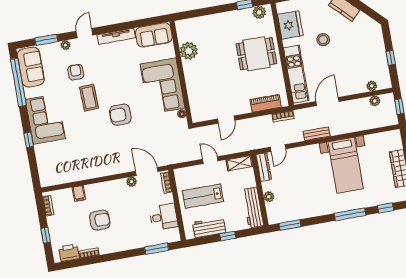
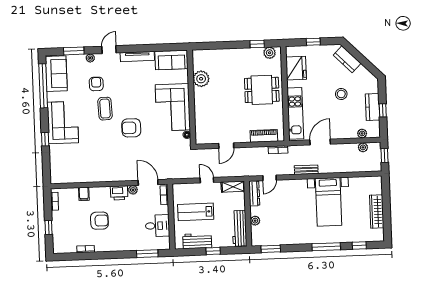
stool: (323, 40) -> (341, 94), moved
kitchen counter: (379, 56) -> (373, 107), added
printer: (69, 253) -> (119, 193), moved, turned 180

